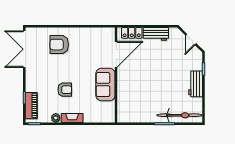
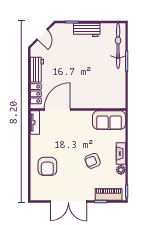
tv unit: (103, 32) -> (35, 122), added
door: (191, 39) -> (42, 35), hinge flipped
double door: (24, 49) -> (68, 201), moved
door: (116, 54) -> (57, 109), hinge flipped
sofa: (105, 85) -> (109, 120), moved
armchair: (65, 90) -> (93, 161), turned -111

